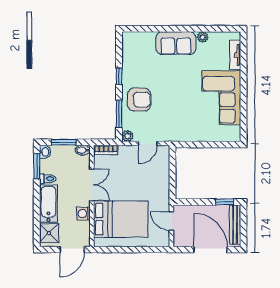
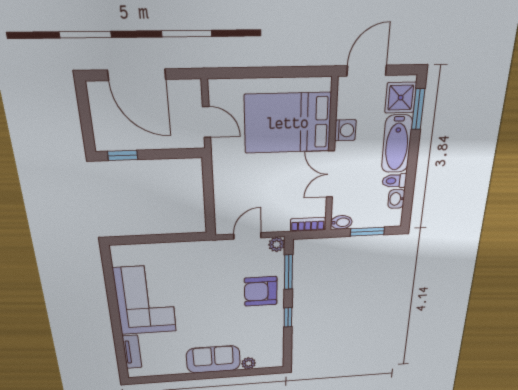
plant: (203, 37) -> (249, 363), moved
washbasin: (45, 152) -> (396, 199), moved
window: (37, 166) -> (418, 109), moved
bench: (235, 225) -> (100, 119), removed

